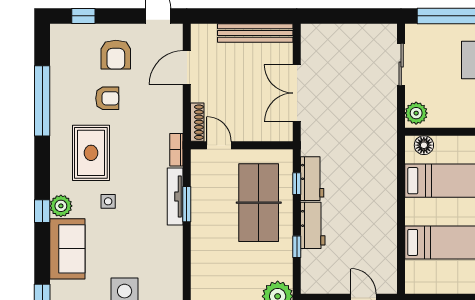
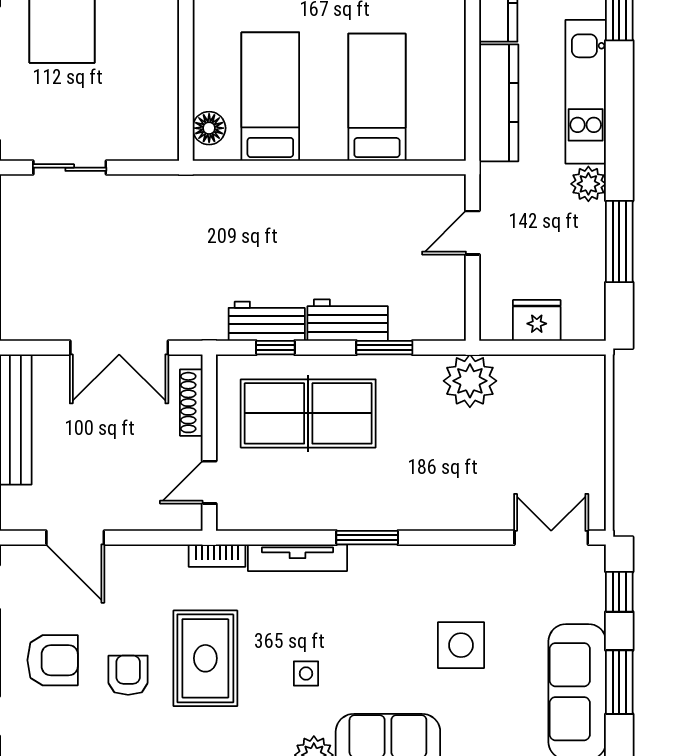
plant: (416, 113) -> (154, 142), removed
shoe rack: (197, 122) -> (191, 403), moved, turned -90
rug: (91, 153) -> (205, 658), moved, turned 90
window: (187, 204) -> (367, 538), moved
window: (297, 247) -> (384, 348), width x1.50

